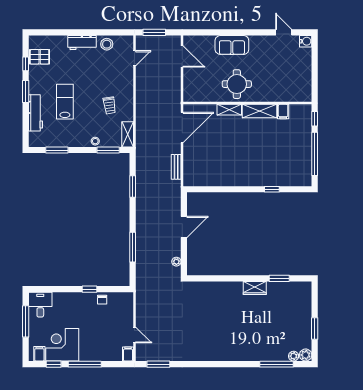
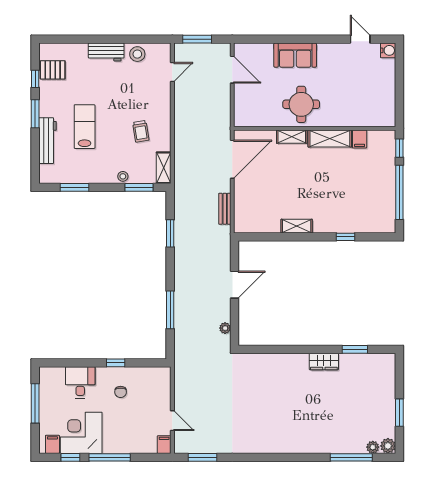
shelving: (233, 181) -> (297, 226), added
chair: (102, 300) -> (121, 392), moved
desk: (40, 305) -> (80, 382), moved

